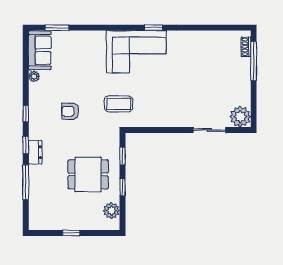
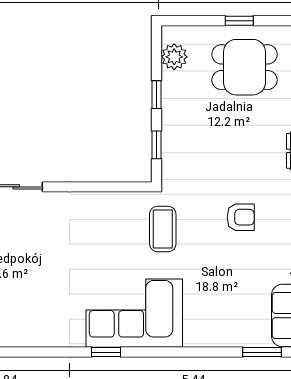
coffee table: (119, 104) -> (163, 229), turned 90
dining table: (88, 174) -> (245, 67), moved

